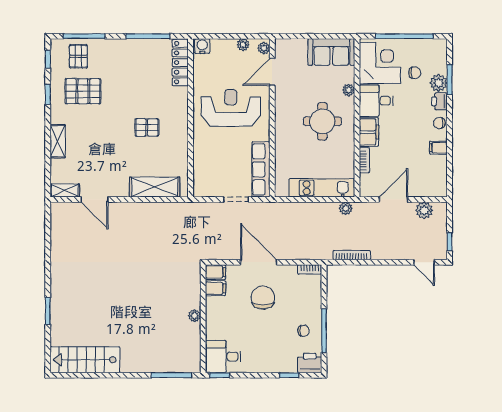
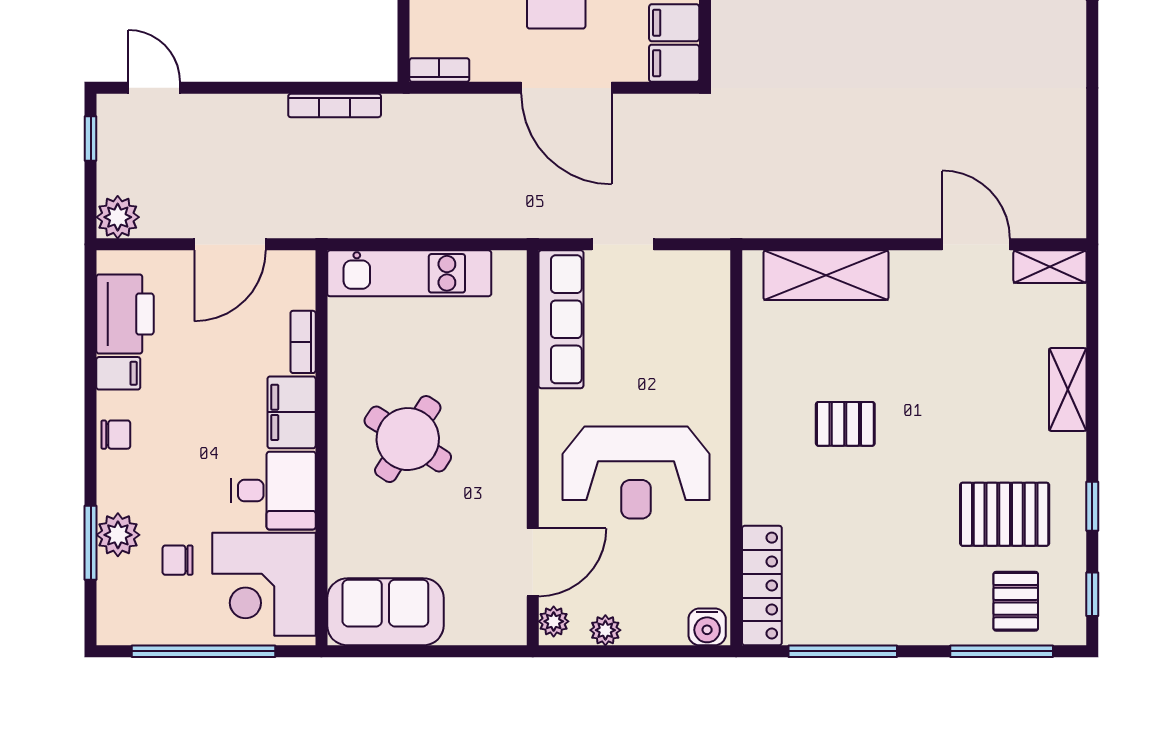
plant: (349, 90) -> (342, 517), removed
printer: (439, 101) -> (125, 314), moved, width x1.87, depth x1.48
round table: (322, 121) -> (408, 439), turned 33
plant: (346, 208) -> (350, 222), removed
plant: (424, 210) -> (118, 217), moved

